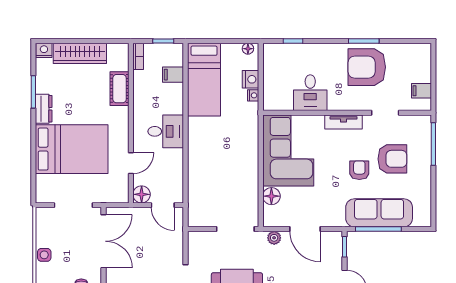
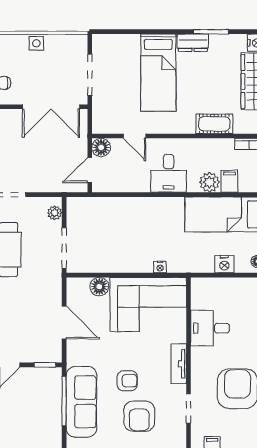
plant: (174, 93) -> (209, 182), added
nightstand: (253, 95) -> (160, 267), moved
bed: (72, 149) -> (158, 73), width x0.67
door: (305, 229) -> (64, 323), swing flipped
plant: (274, 238) -> (55, 213), moved

